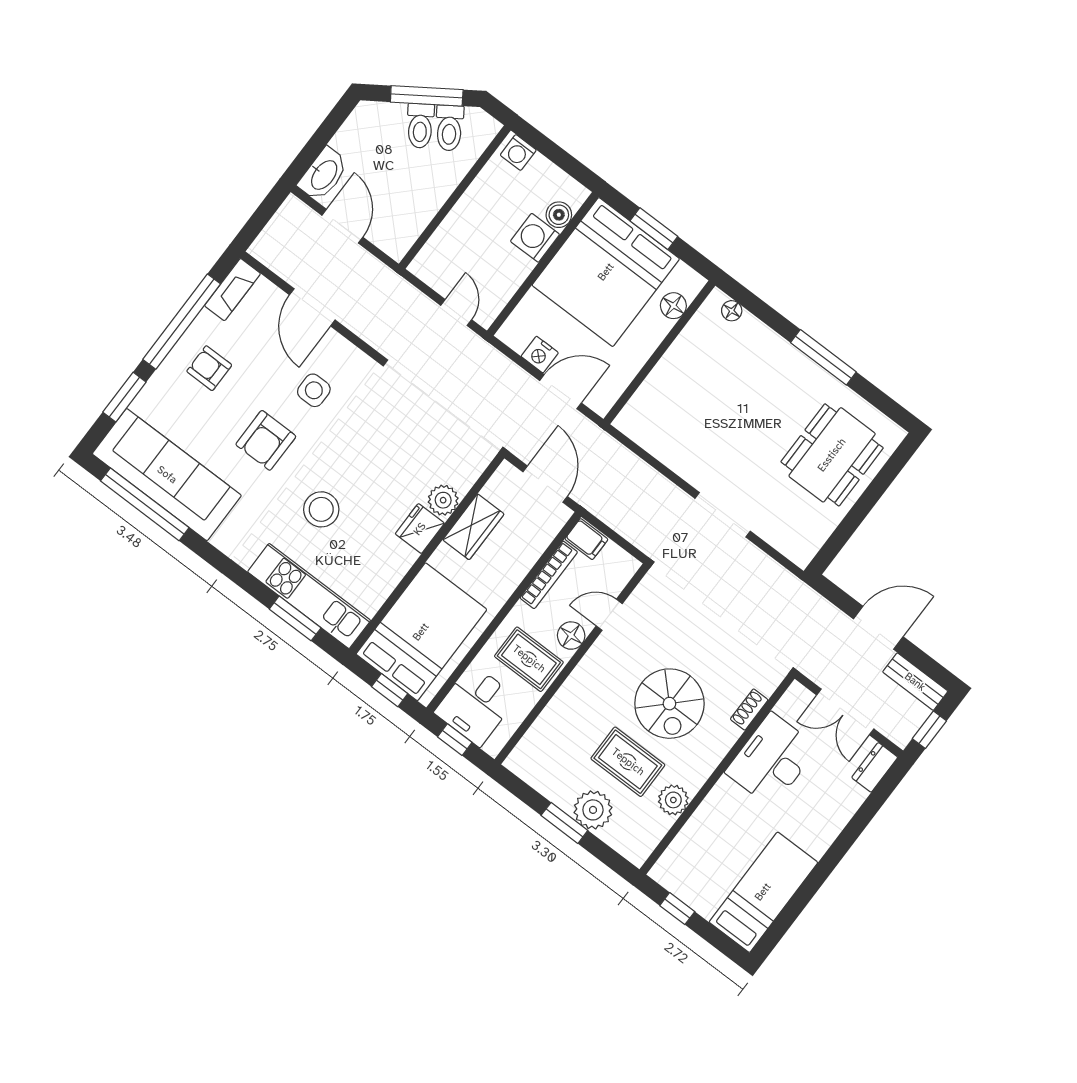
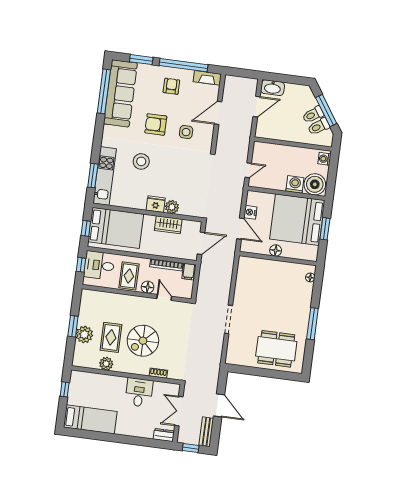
boiler: (559, 215) -> (315, 184), width x1.86, depth x1.86
floor lamp: (673, 306) -> (276, 250), moved
desk: (772, 760) -> (139, 392), width x0.73

